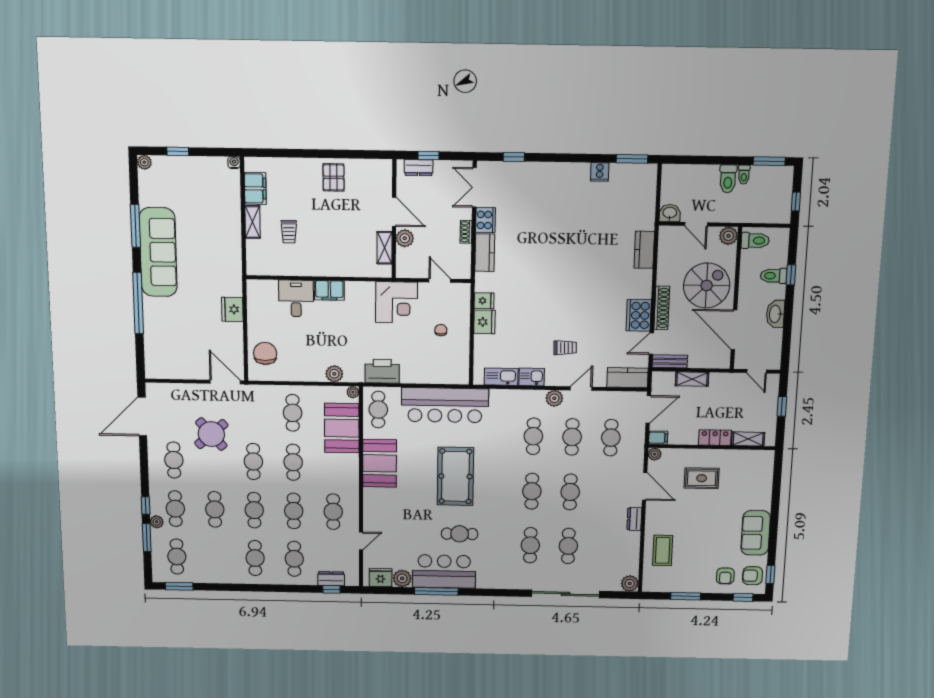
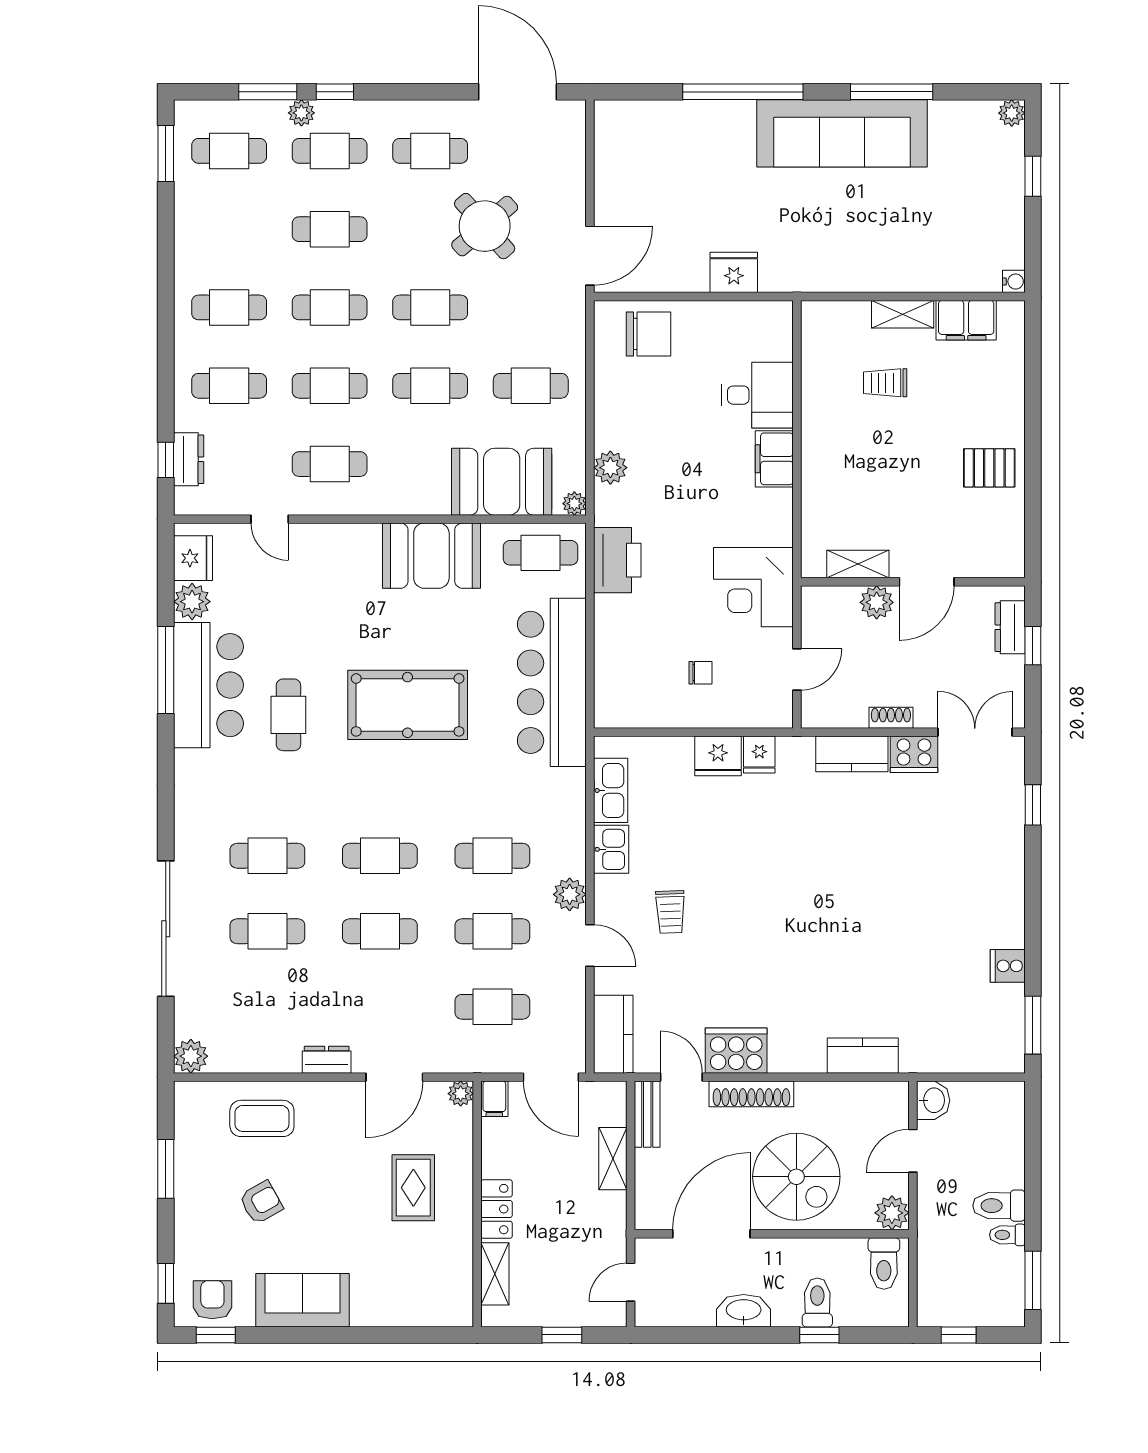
armchair: (725, 576) -> (261, 1202), moved, turned 151

